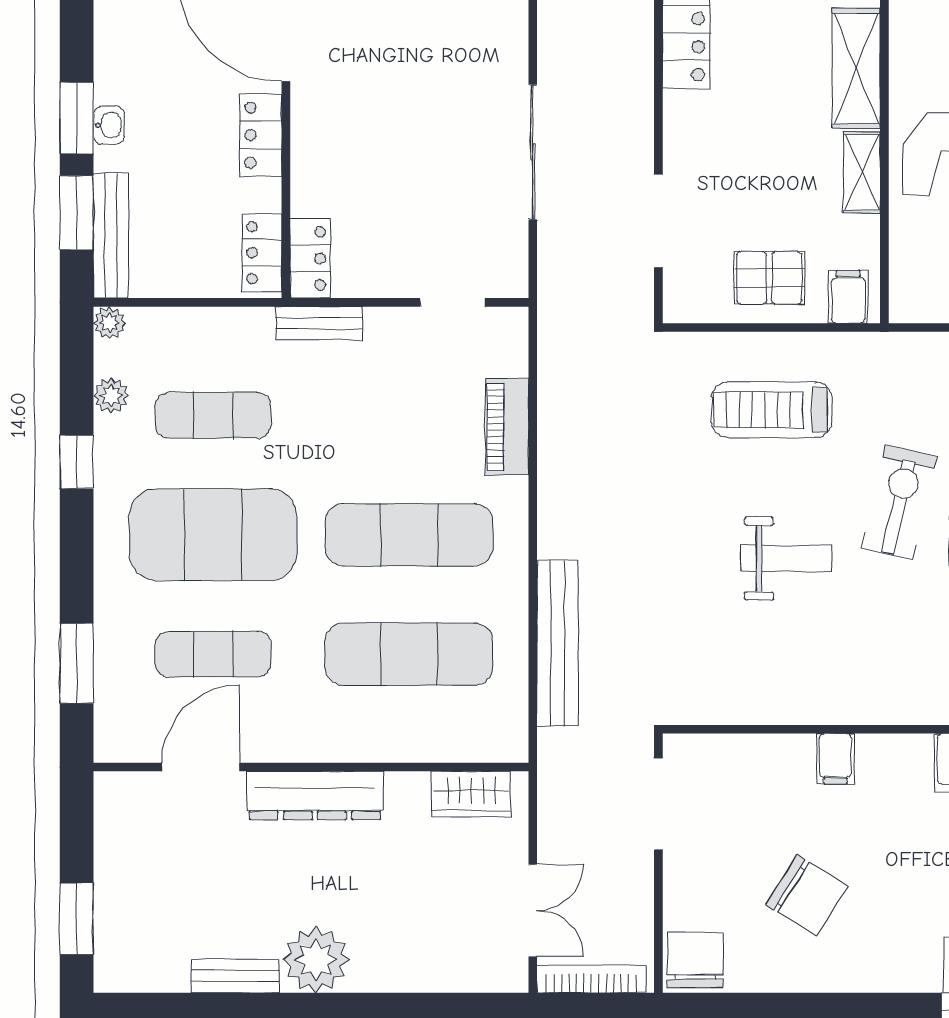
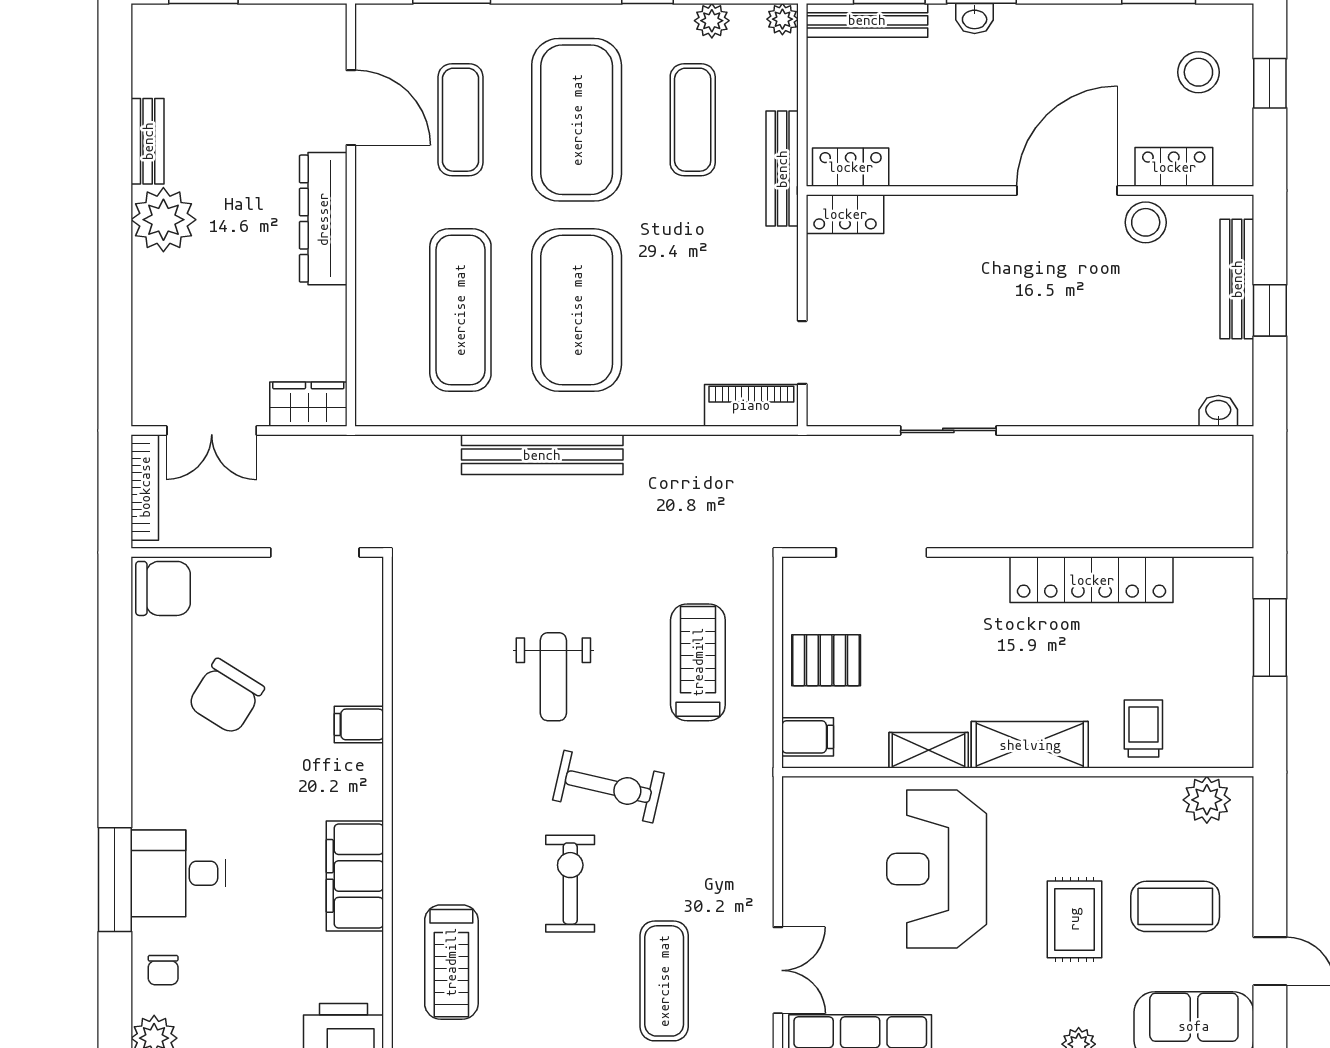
locker: (261, 135) -> (965, 166), removed
sliding door: (533, 152) -> (948, 430), width x0.73
pallet: (769, 278) -> (826, 660), turned 90
bench: (319, 323) -> (782, 169), moved, width x1.36
piano: (507, 427) -> (751, 405), moved
exercise mat: (409, 535) -> (577, 310), width x1.47
bench: (558, 643) -> (542, 455), moved
wardrobe: (471, 794) -> (308, 404), moved, turned 90

